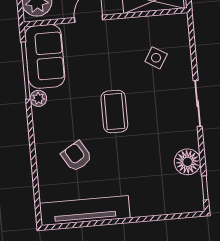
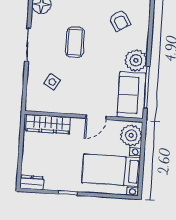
plant: (38, 98) -> (136, 60), width x1.88, depth x1.88
coffee table: (114, 112) -> (75, 42), moved

